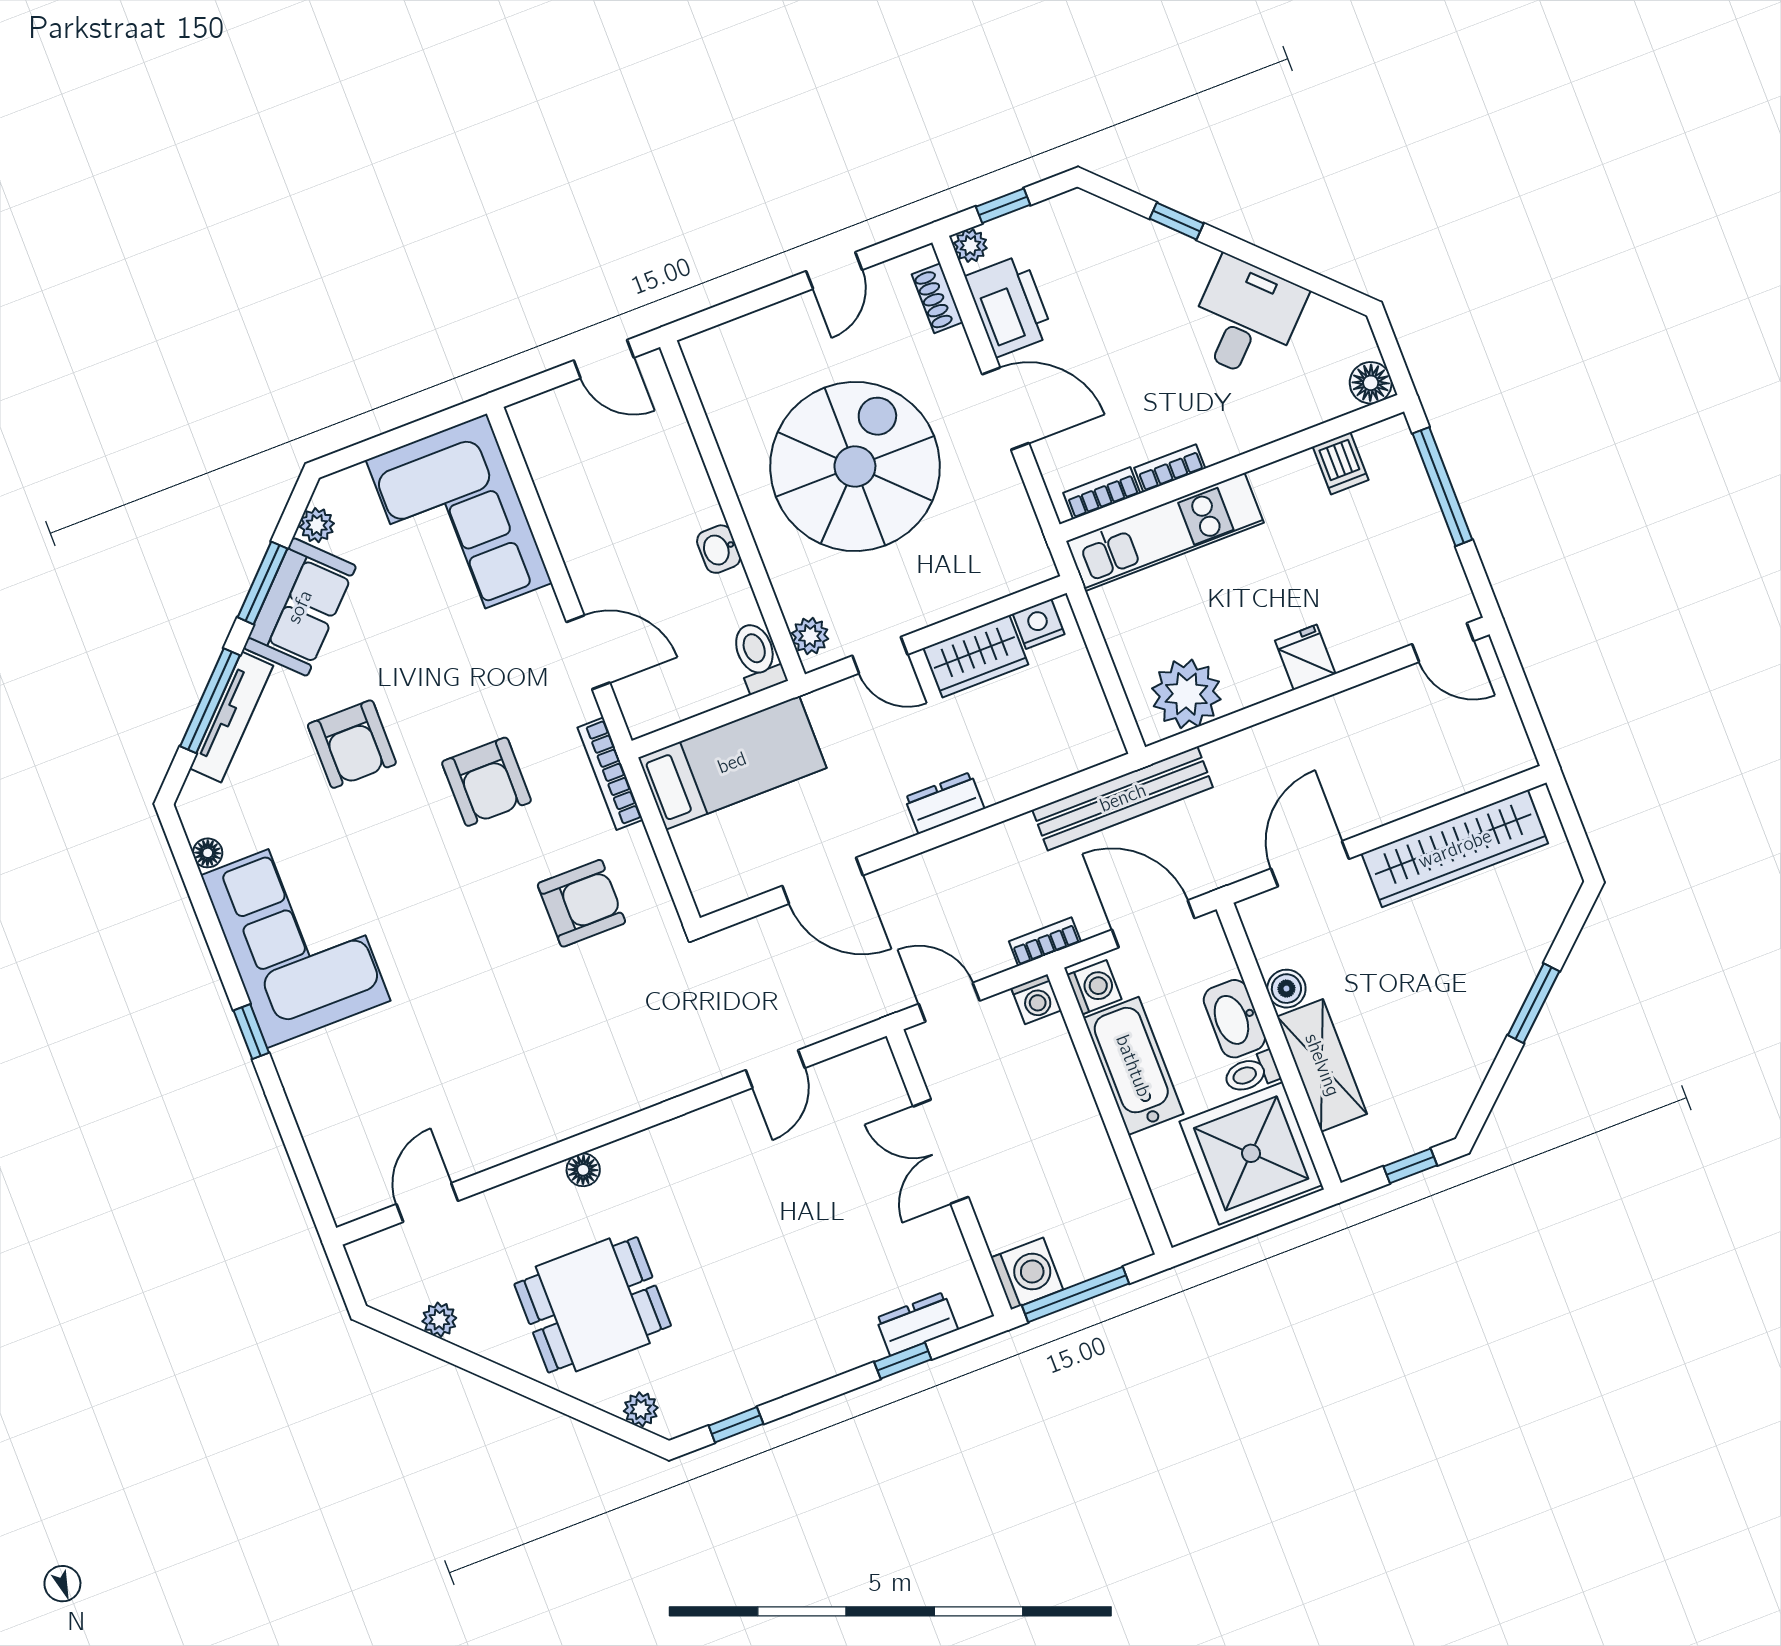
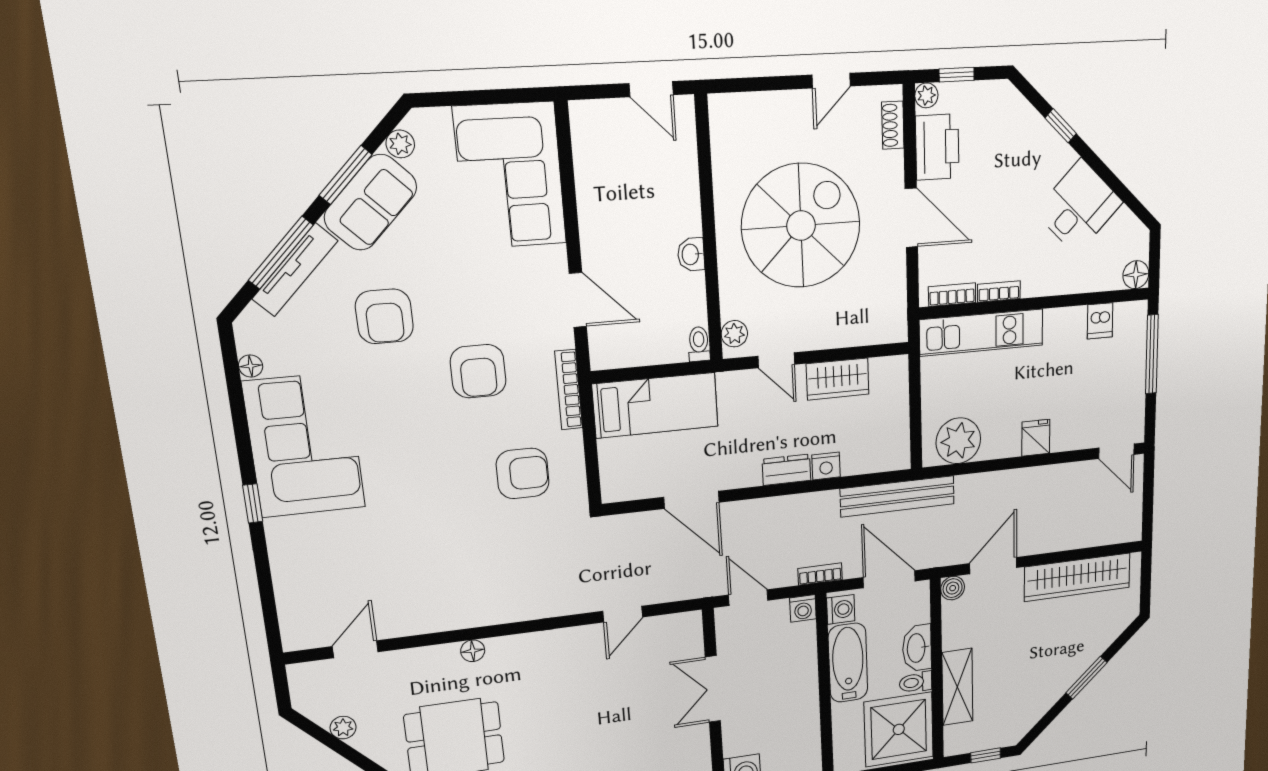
nightstand: (1039, 624) -> (826, 466), moved, turned 180
toilet: (758, 657) -> (699, 344), width x0.73, depth x0.72
boiler: (1286, 989) -> (953, 588), moved

